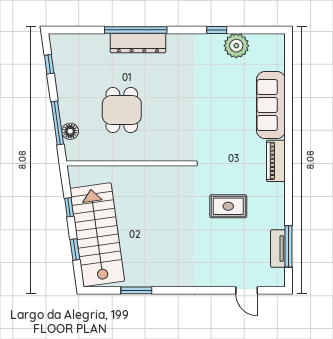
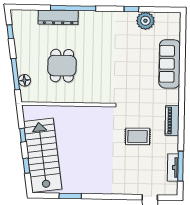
dresser: (138, 43) -> (58, 17), moved
piano: (276, 161) -> (172, 121), moved

